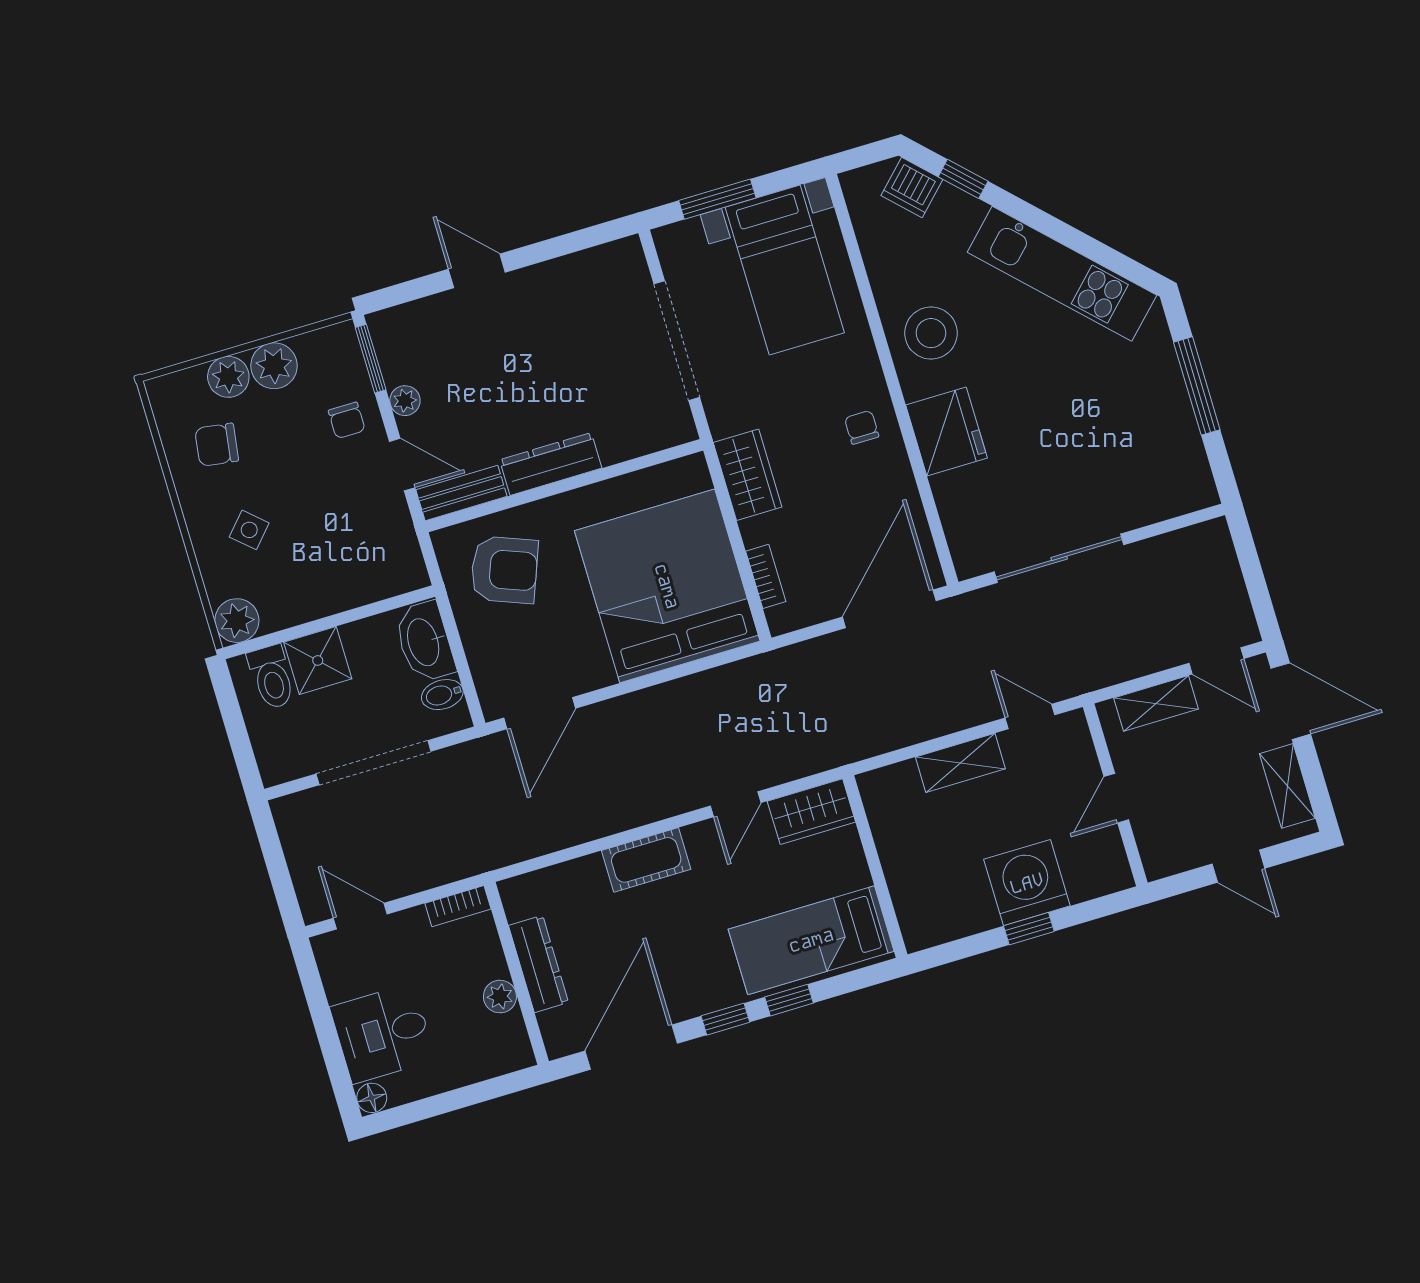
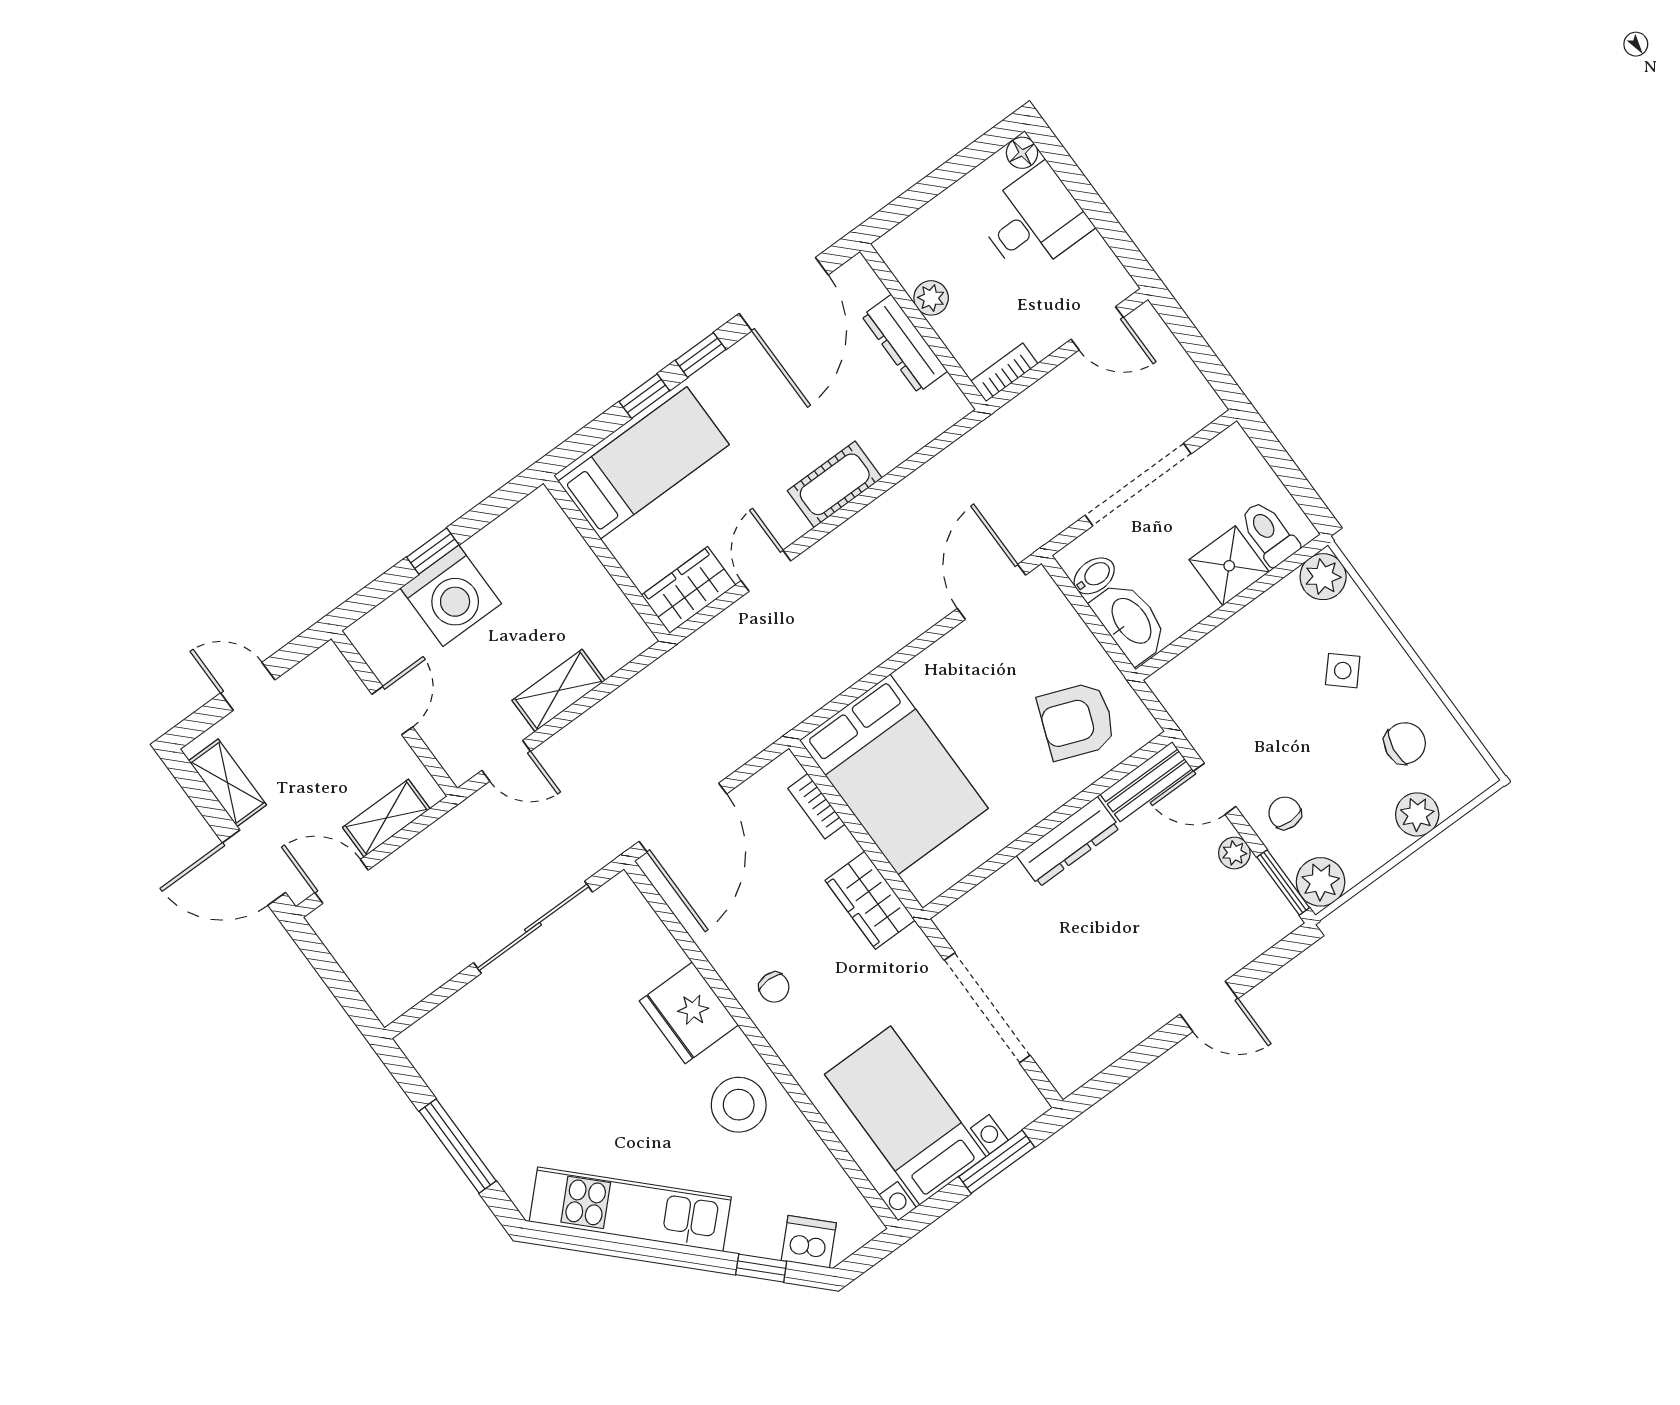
plant: (274, 366) -> (1321, 882), moved
bed: (667, 586) -> (894, 774), width x0.73

